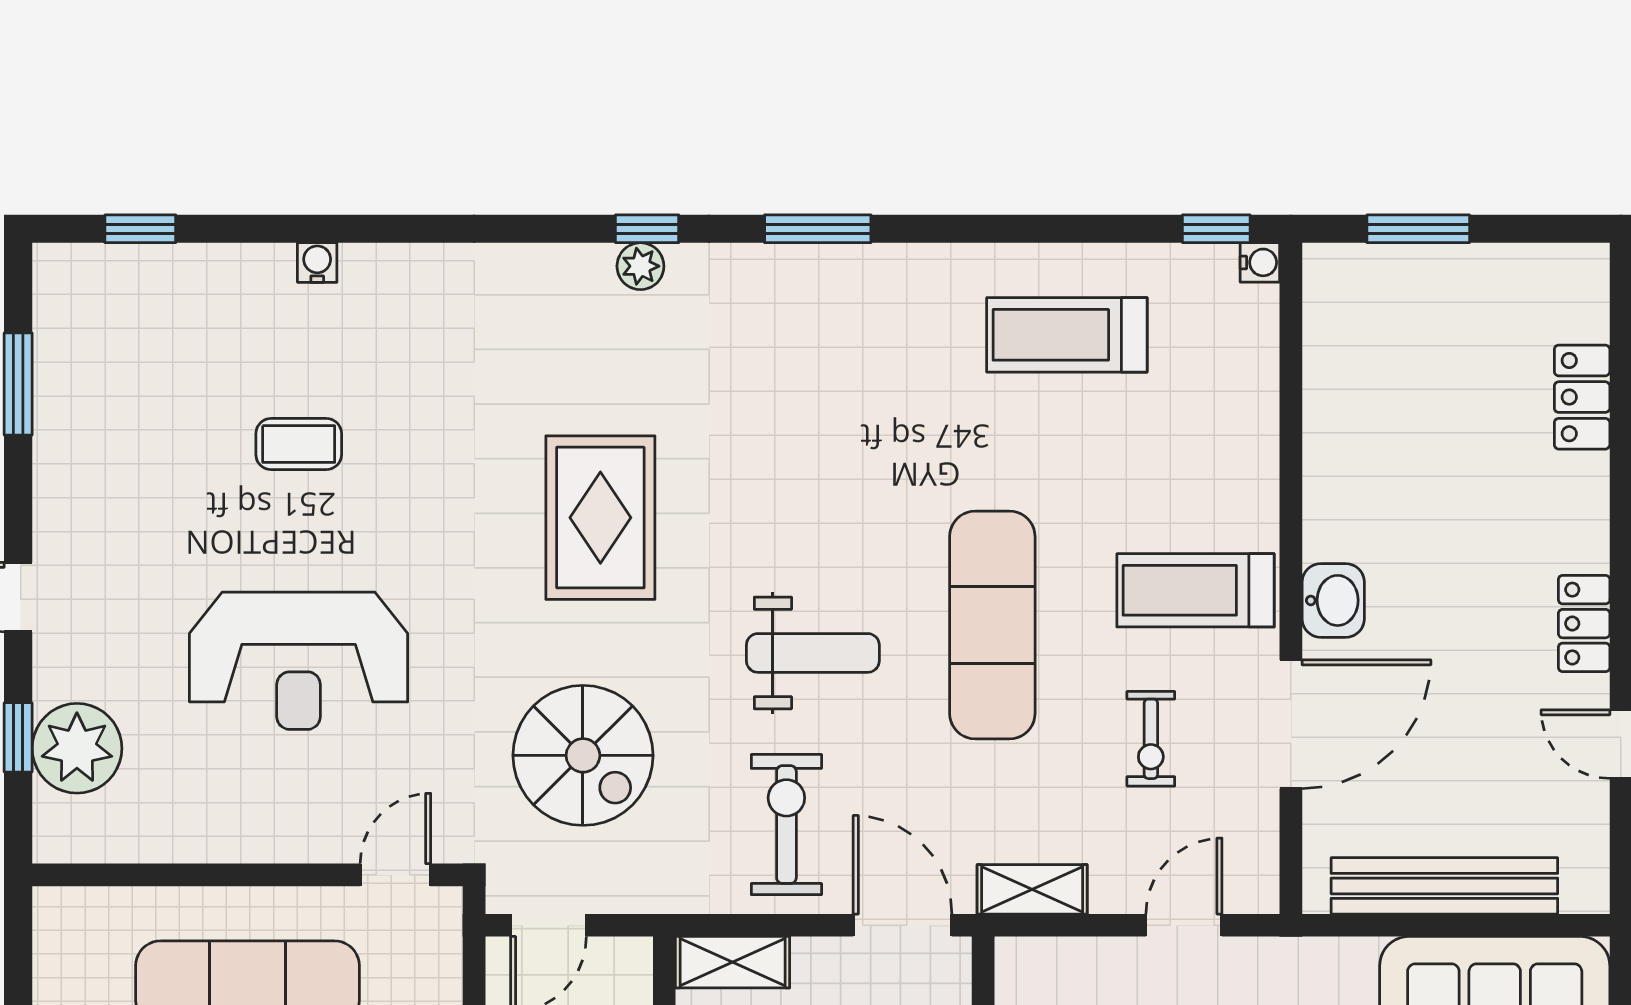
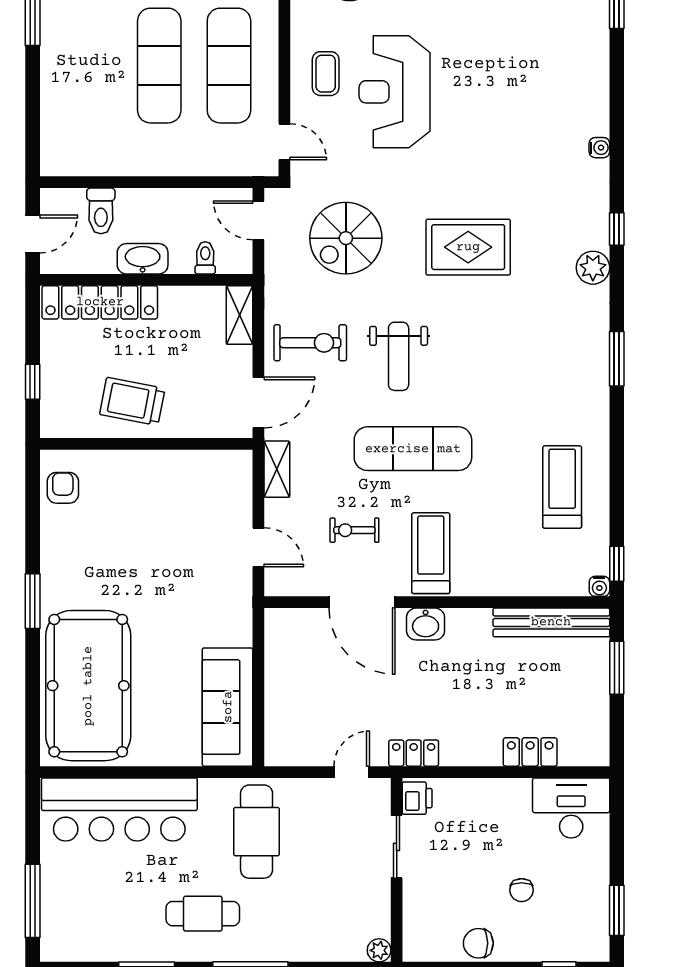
window: (647, 229) -> (617, 229), moved
water cooler: (317, 262) -> (599, 148), moved
plant: (640, 266) -> (593, 268), width x1.38, depth x1.38
coffee table: (299, 444) -> (326, 74), moved
bench: (1444, 886) -> (551, 622), moved, turned 90

